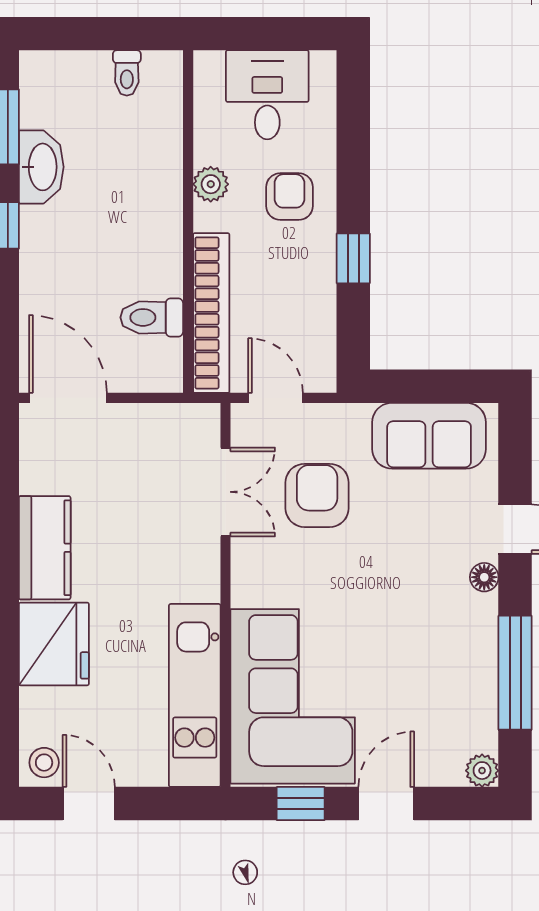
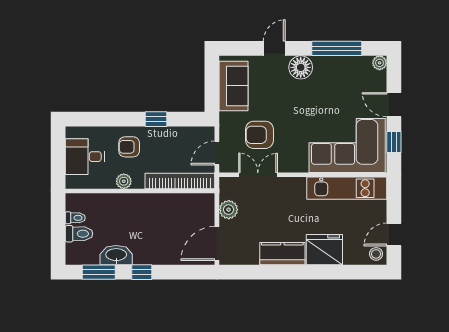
toilet: (152, 317) -> (79, 234), moved, turned -90
plant: (146, 424) -> (229, 210), added
floor lamp: (484, 577) -> (301, 67), width x1.89, depth x1.89

